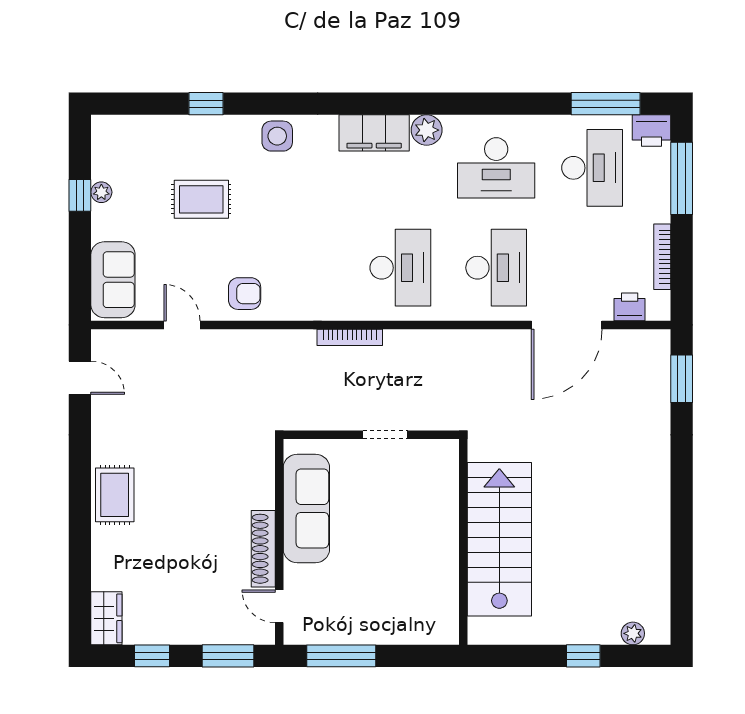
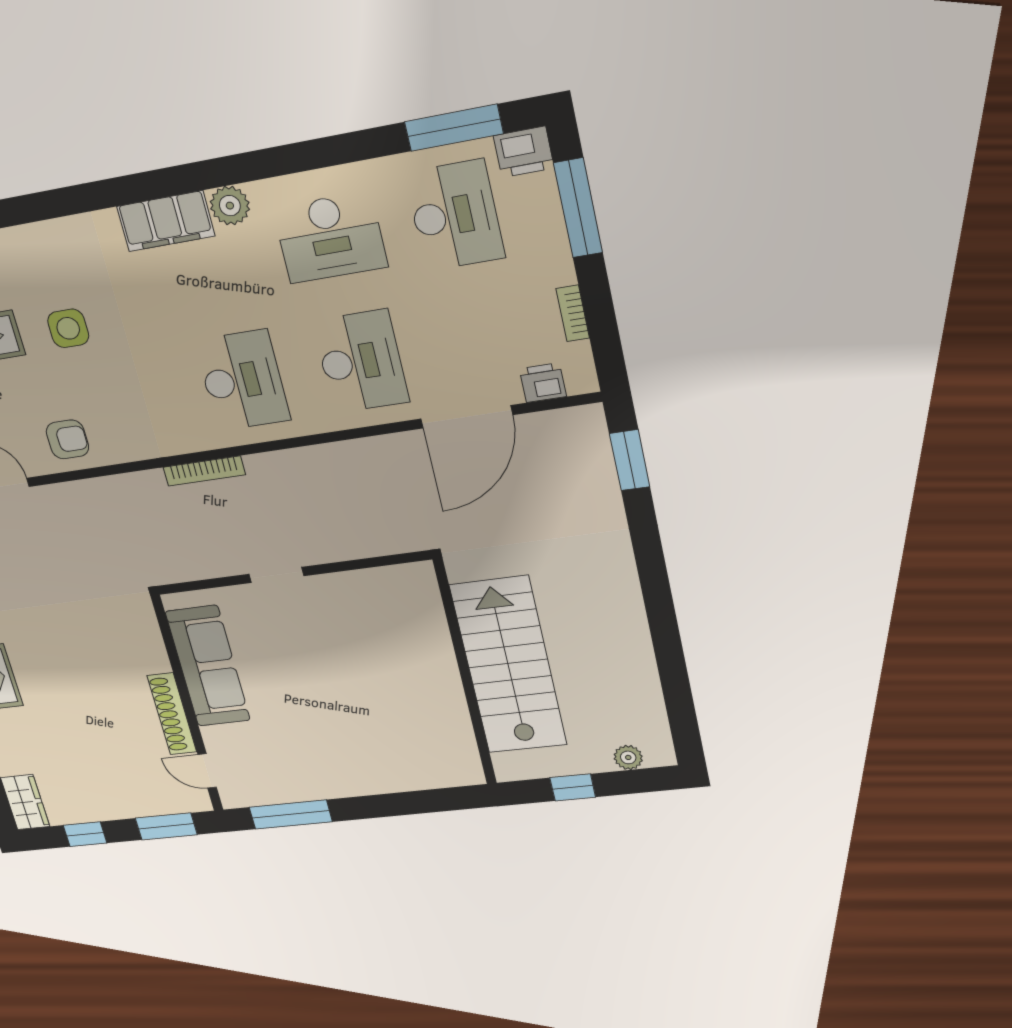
side table: (277, 136) -> (68, 328), moved
bookcase: (662, 257) -> (573, 313), width x0.64
stairs: (499, 539) -> (508, 665), moved
wall: (463, 542) -> (465, 673), moved

